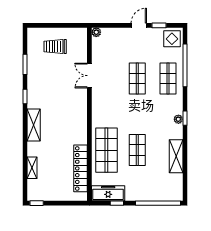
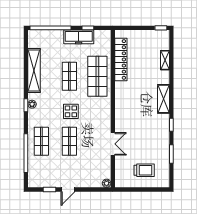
display table: (172, 39) -> (71, 111), moved
shelving: (176, 156) -> (34, 70), width x1.47
freezer: (108, 193) -> (79, 37), moved

